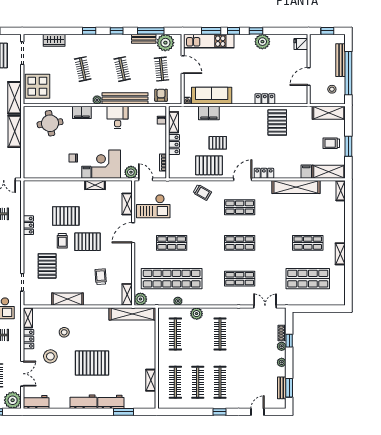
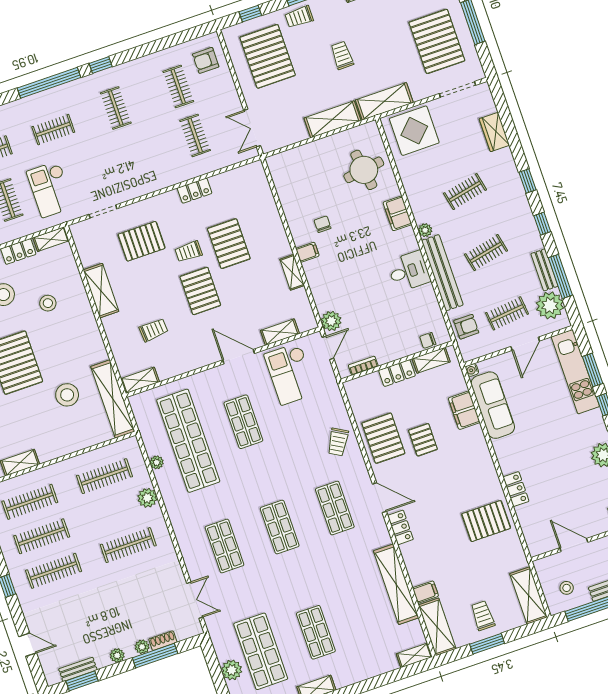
corner desk: (106, 164) -> (331, 278), removed
plant: (140, 299) -> (232, 670), moved
stool: (121, 339) -> (67, 395), added
window: (289, 341) -> (155, 656), width x2.17

